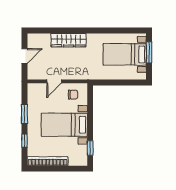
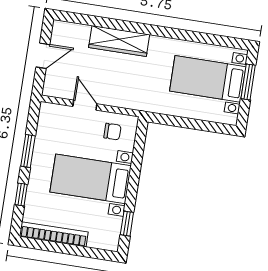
door: (54, 81) -> (85, 105), swing flipped

